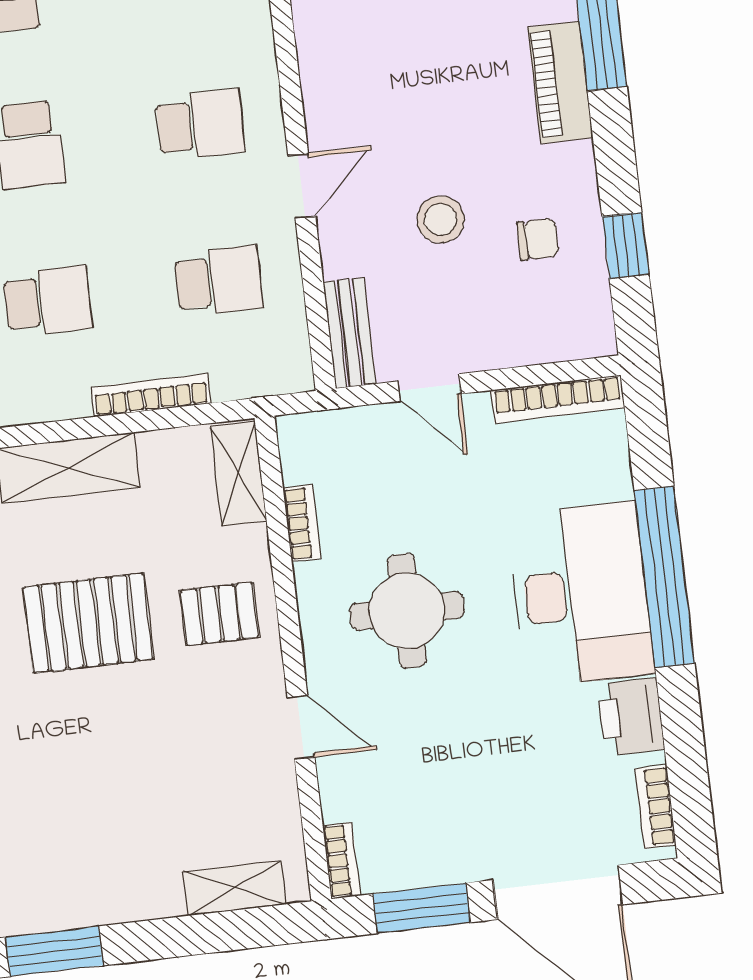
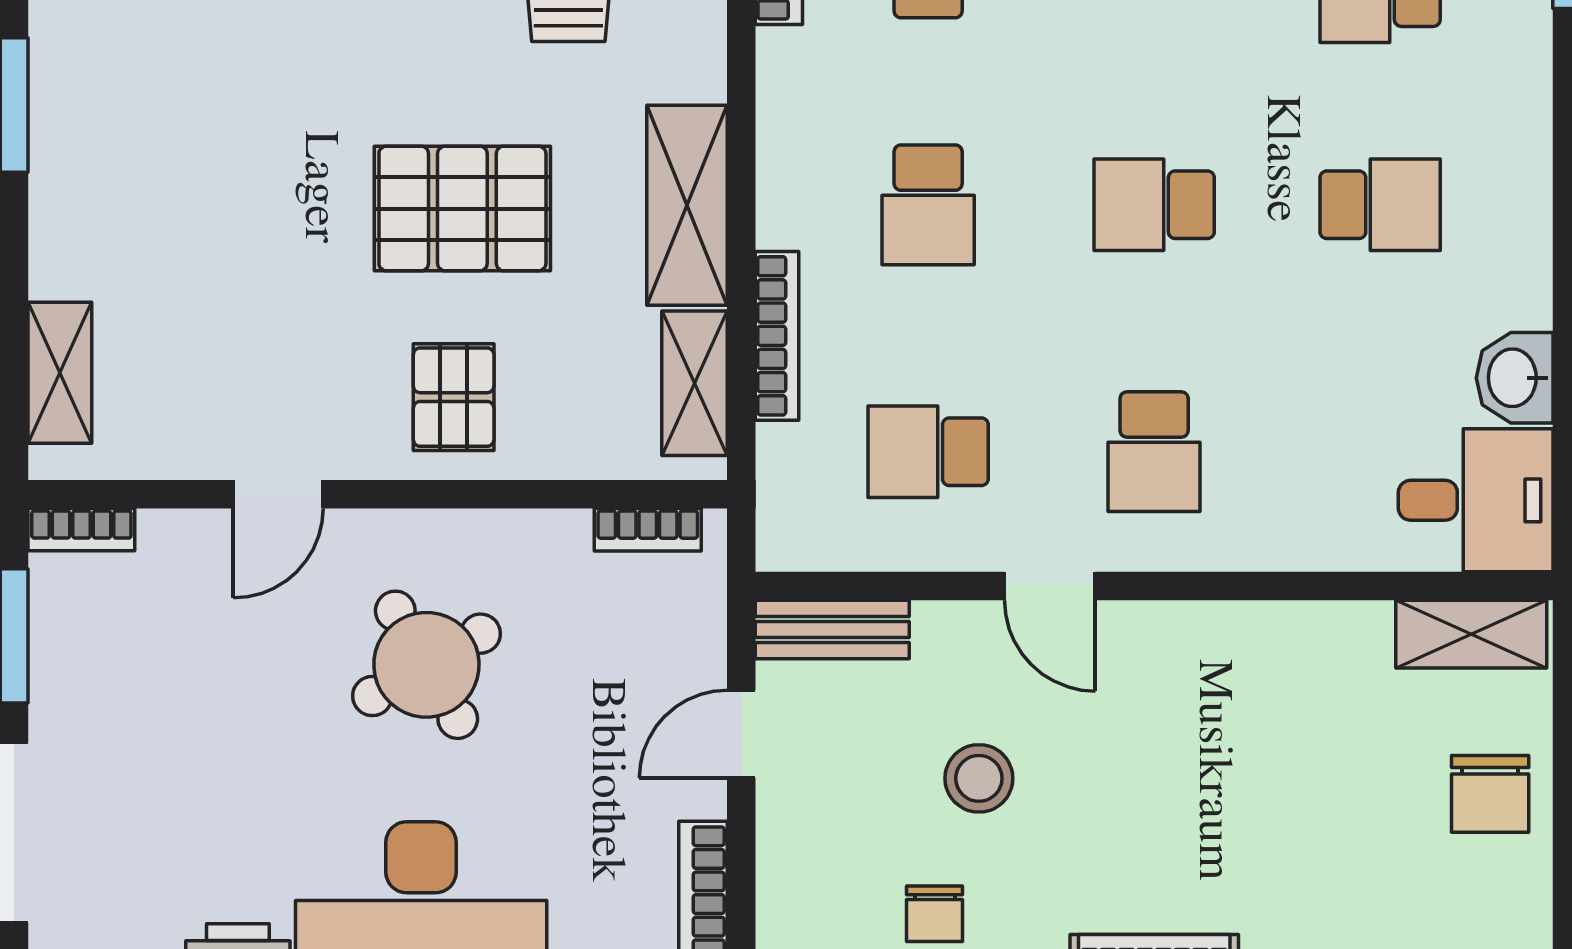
school desk: (219, 281) -> (928, 452), turned 90
shelving: (238, 474) -> (694, 383), moved, turned 90
bookcase: (302, 523) -> (648, 530), moved
round table: (407, 611) -> (426, 665), turned -30
pallet: (88, 623) -> (462, 209), turned 90

